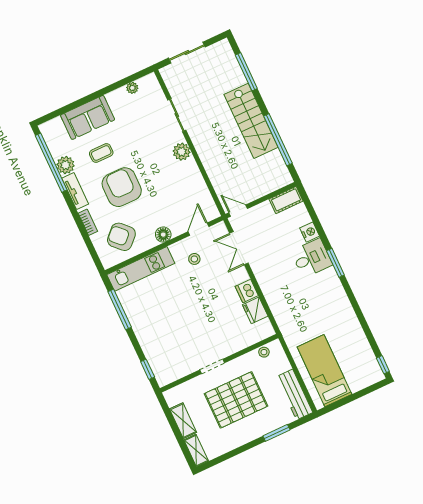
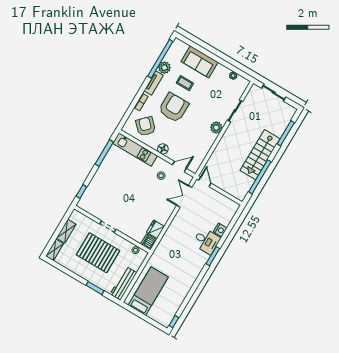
cot: (286, 200) -> (229, 204), removed
dishwasher: (247, 291) -> (149, 242), moved

